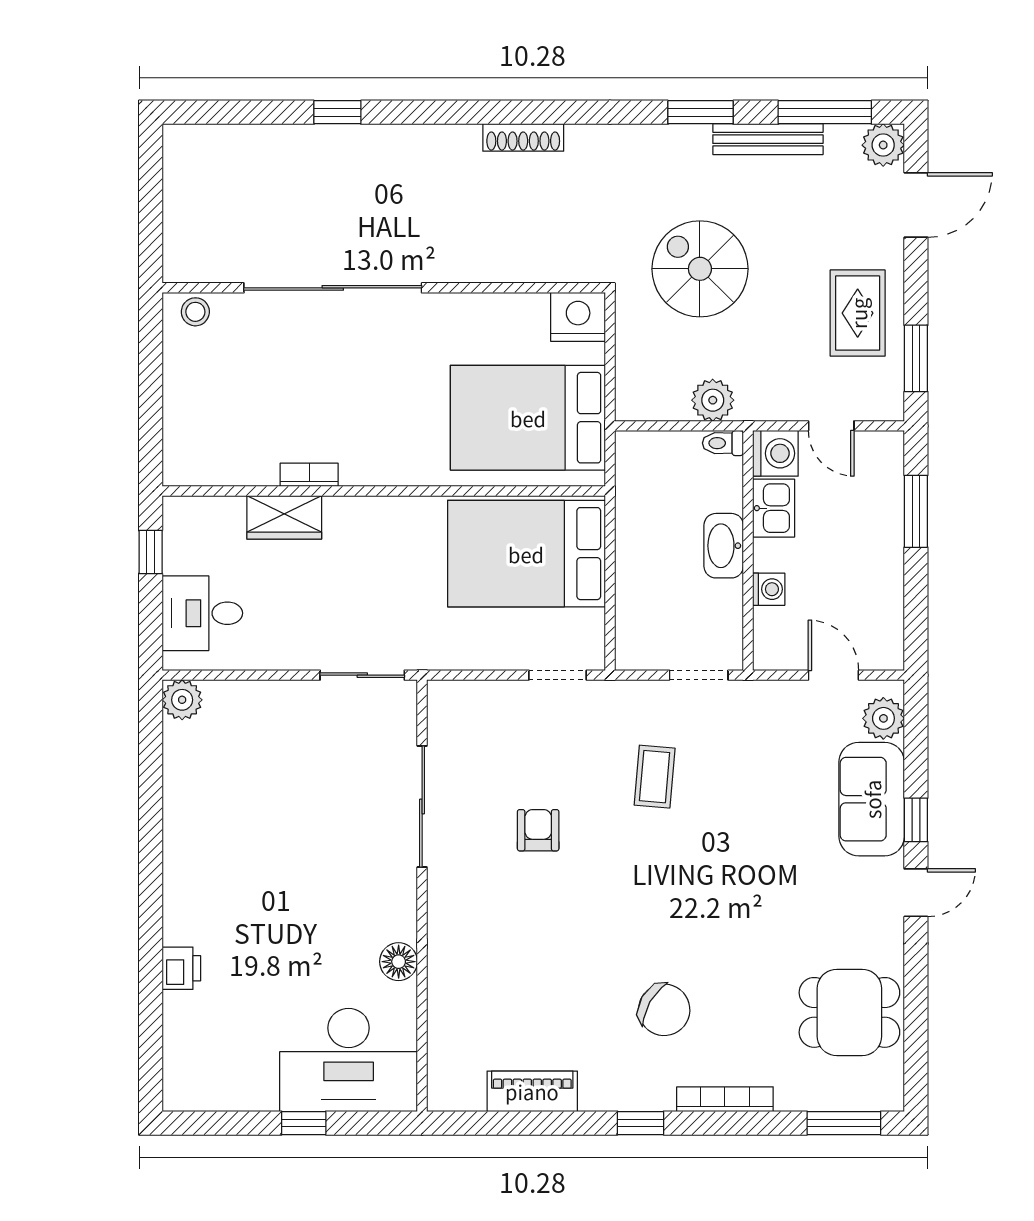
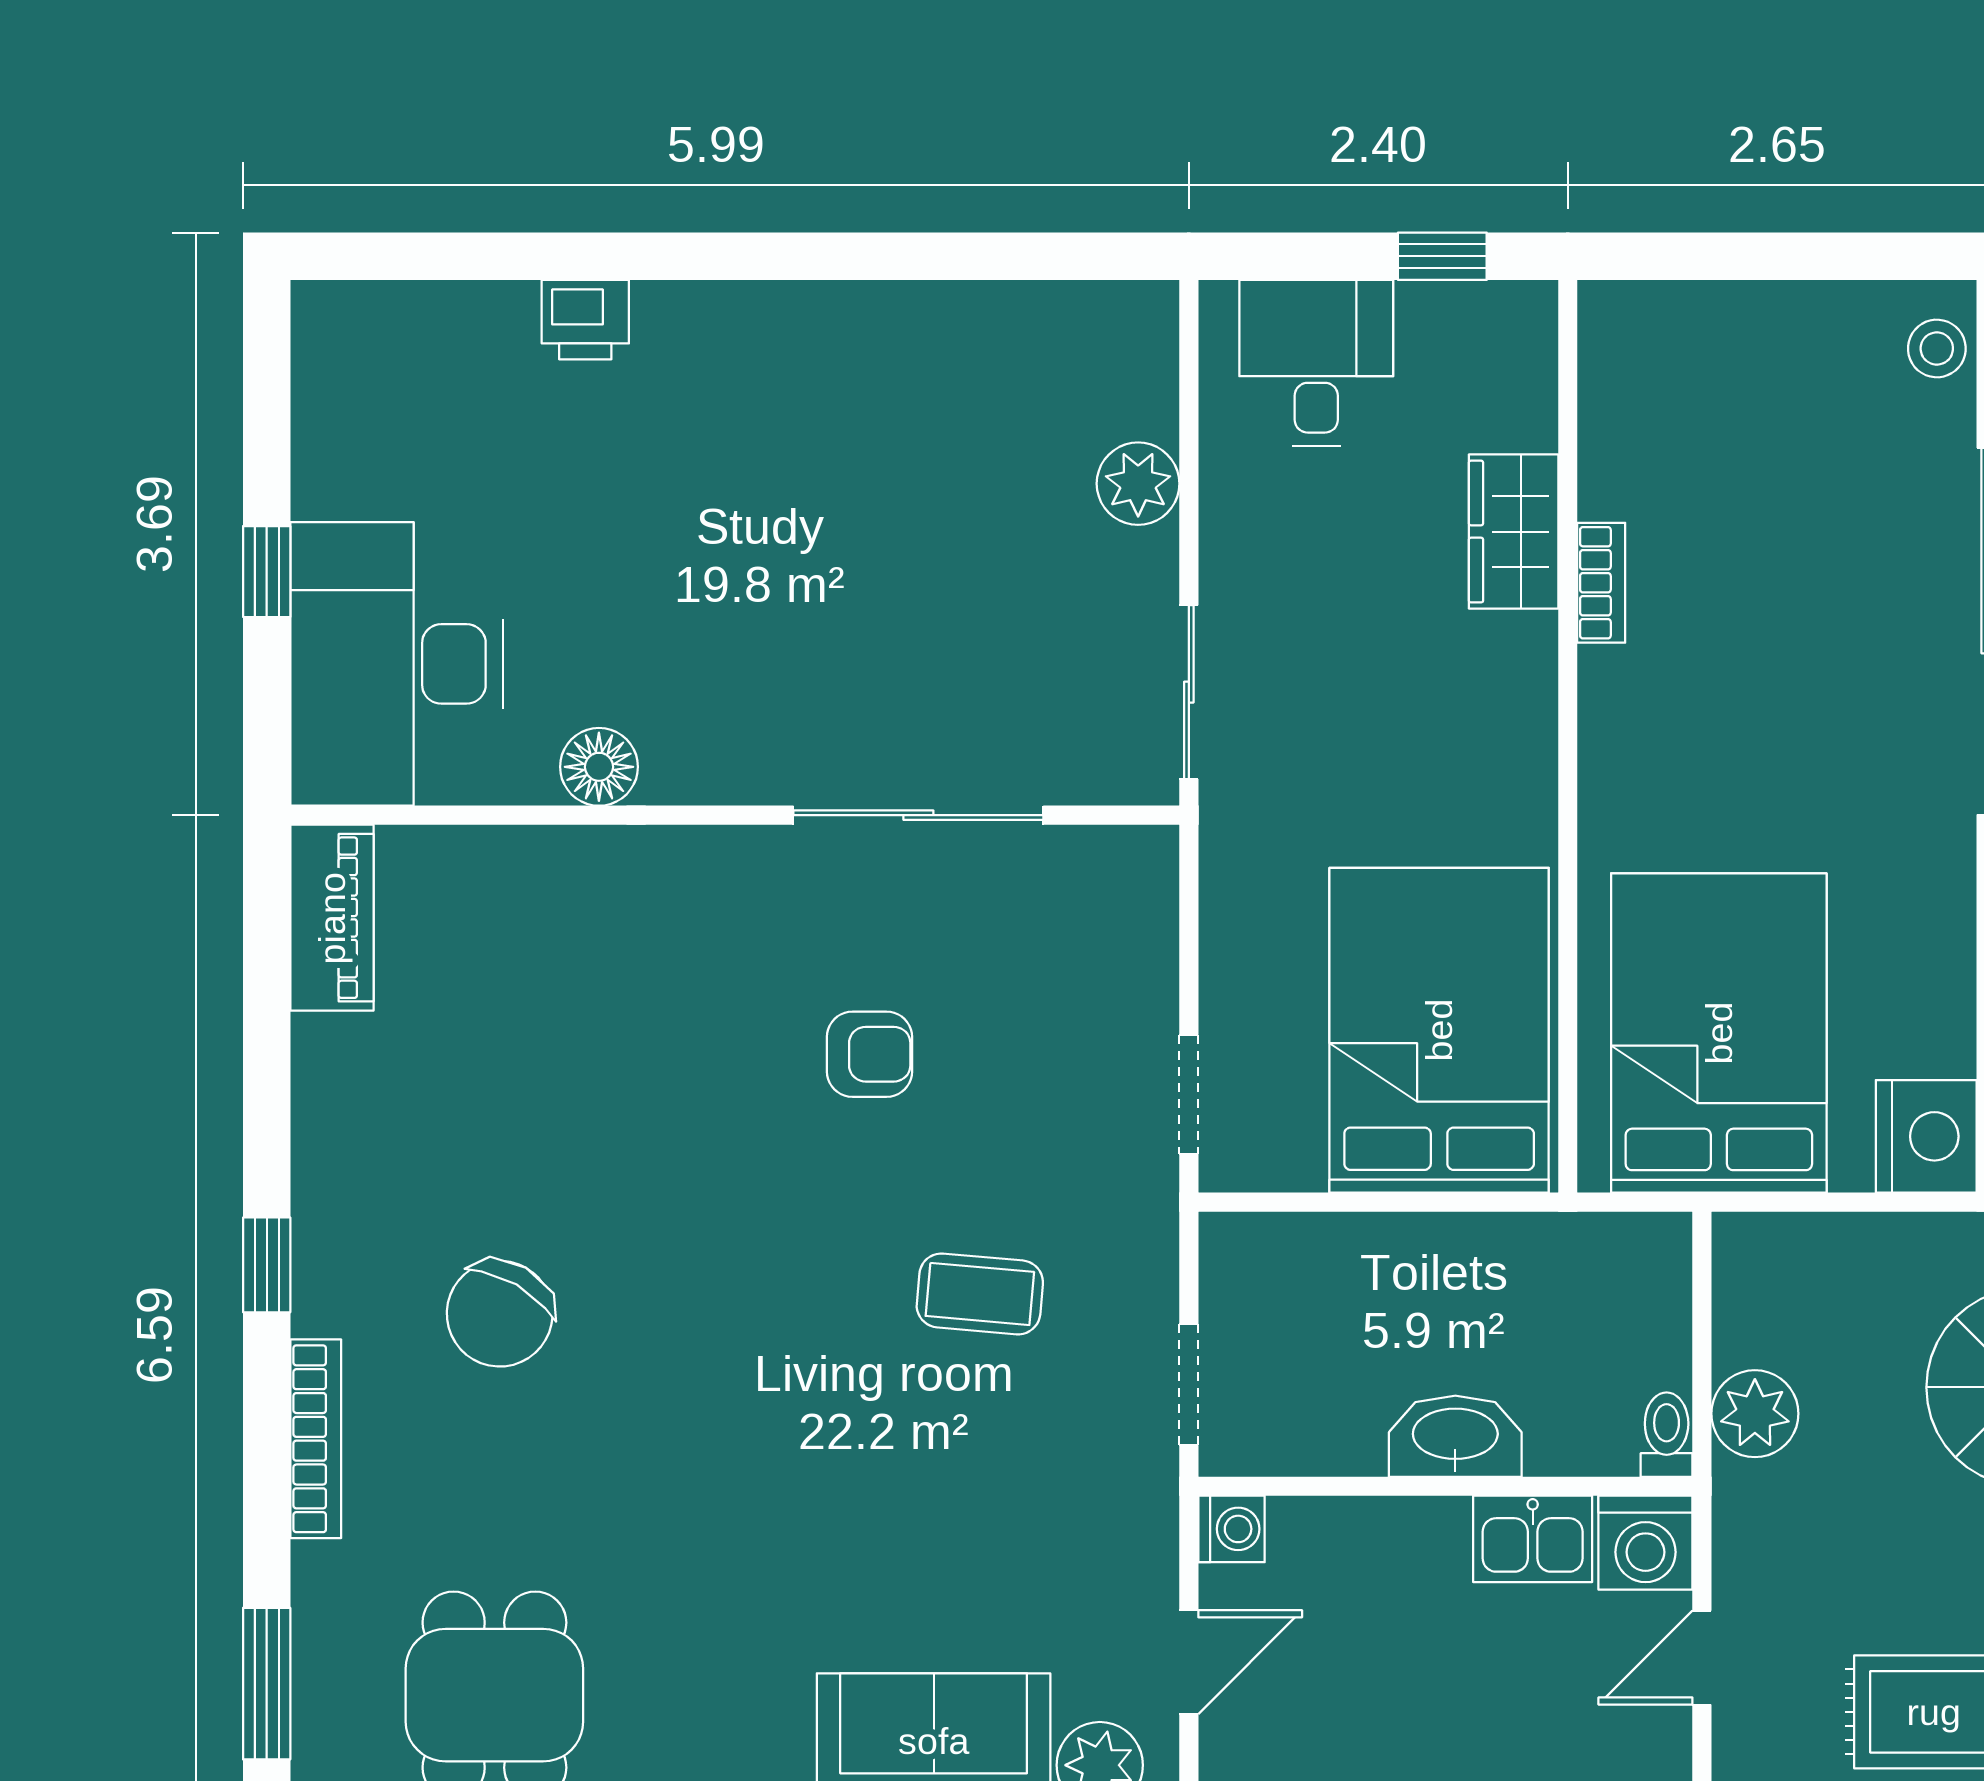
washing machine: (769, 589) -> (1231, 1529), moved, turned -90
plant: (182, 700) -> (1138, 484), moved
piano: (532, 1091) -> (332, 918), moved

